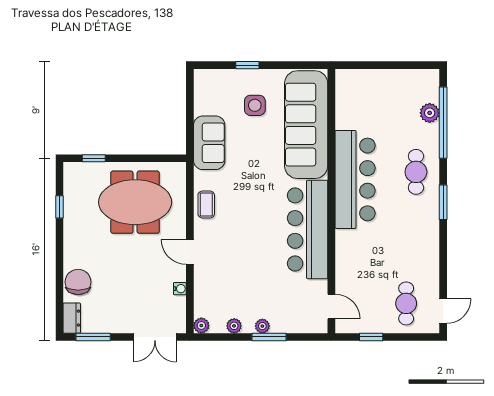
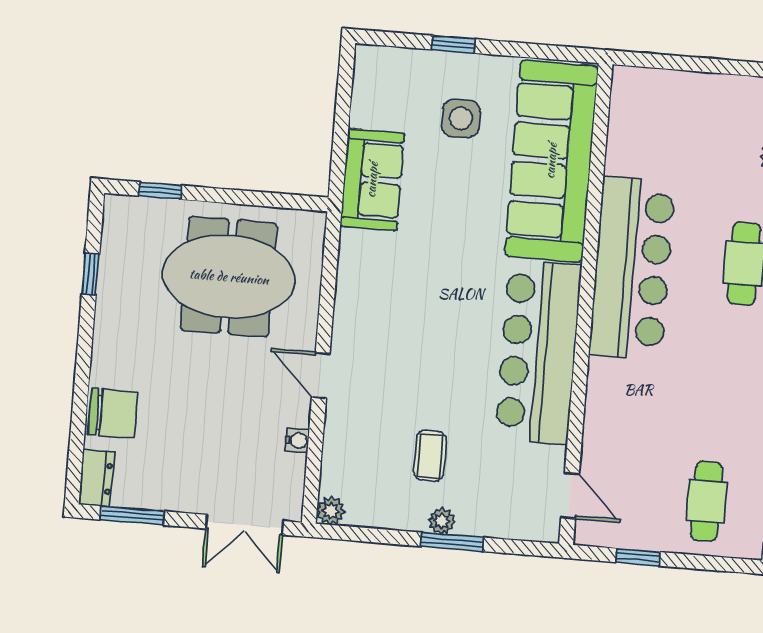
coffee table: (206, 204) -> (430, 456), moved
chair: (78, 282) -> (113, 413), turned 90
plant: (234, 326) -> (390, 516), removed

